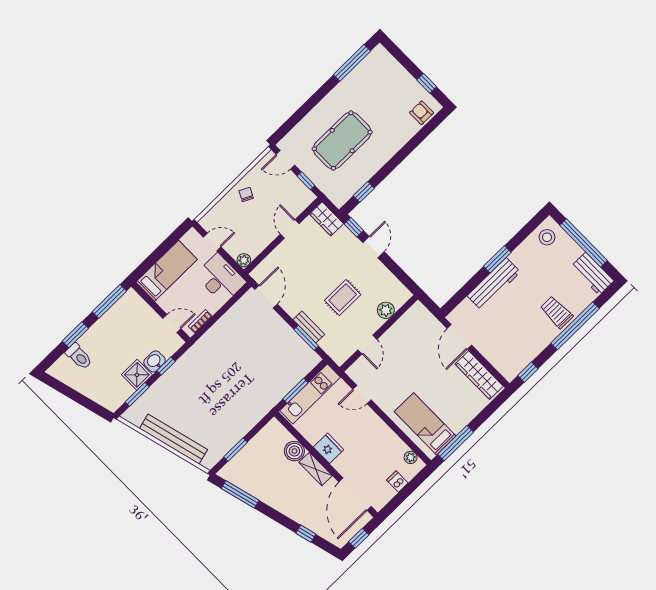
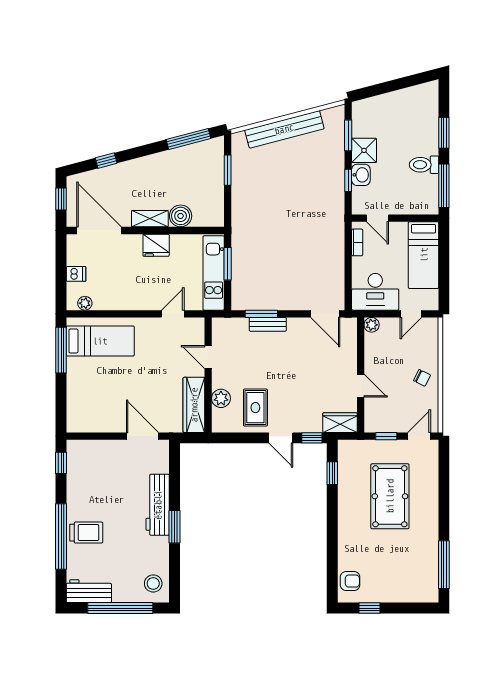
rug: (343, 297) -> (255, 408), moved
door: (172, 324) -> (377, 218), hinge flipped
toilet: (79, 356) -> (424, 165), moved
wardrobe: (479, 375) -> (194, 405), moved, turned -90

